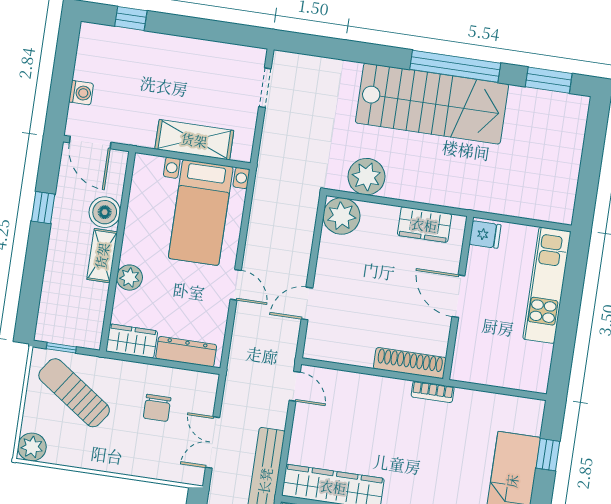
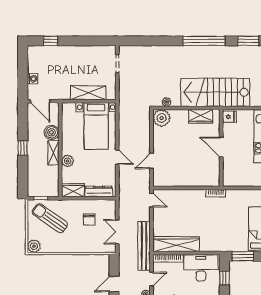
stairs: (432, 104) -> (215, 92), moved, turned 180
plant: (366, 177) -> (166, 102), width x0.53, depth x0.53
window: (43, 208) -> (23, 148), moved
shoe rack: (410, 363) -> (203, 181), removed

